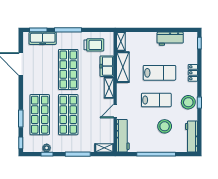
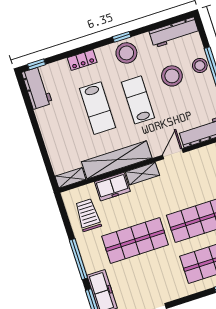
workbench: (170, 39) -> (37, 88), moved
shelving: (123, 67) -> (117, 160), width x1.47
lab bench: (159, 73) -> (98, 108), turned 180
door: (115, 111) -> (173, 154), swing flipped
stool: (165, 146) -> (200, 66), added

